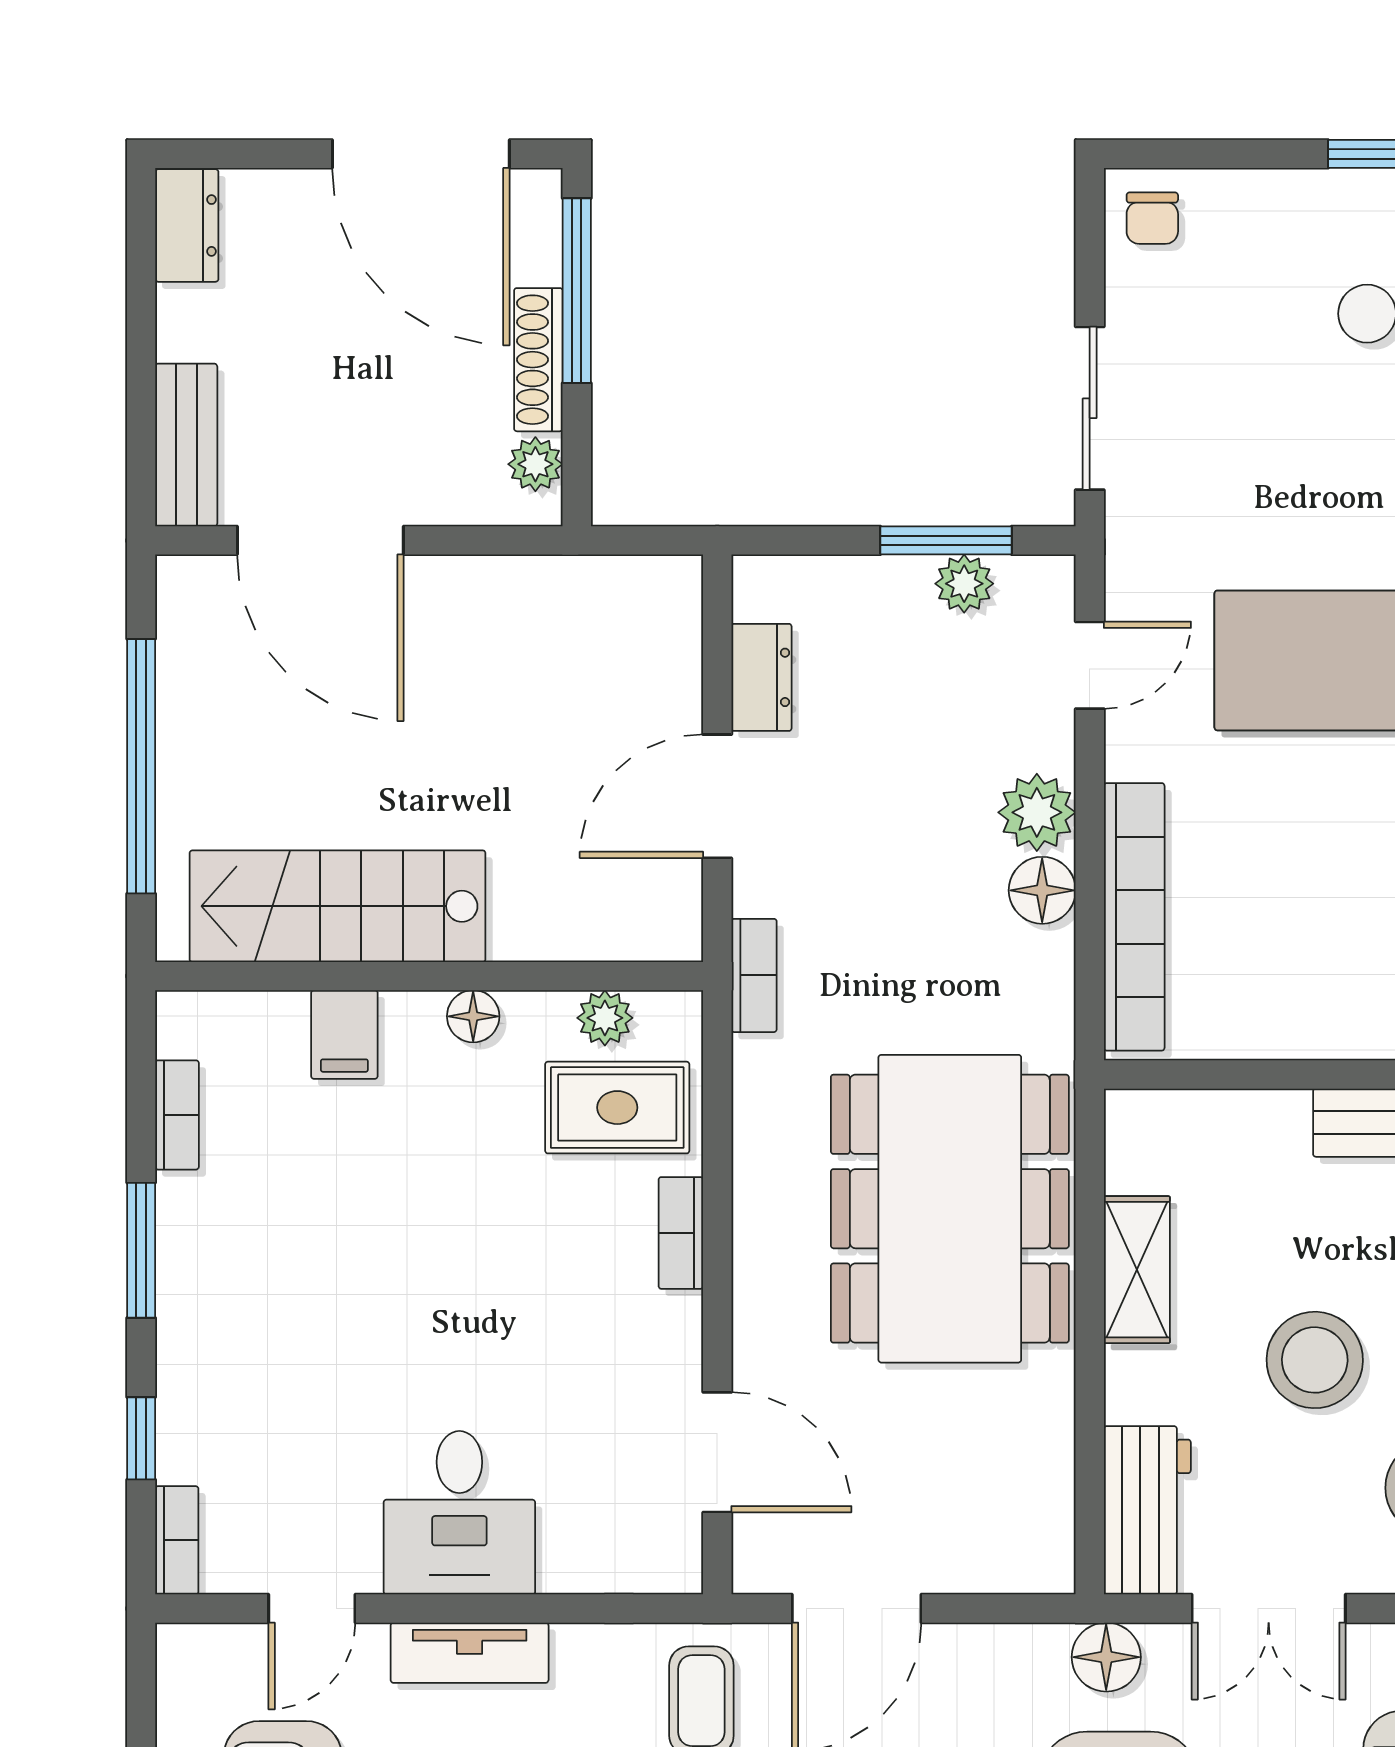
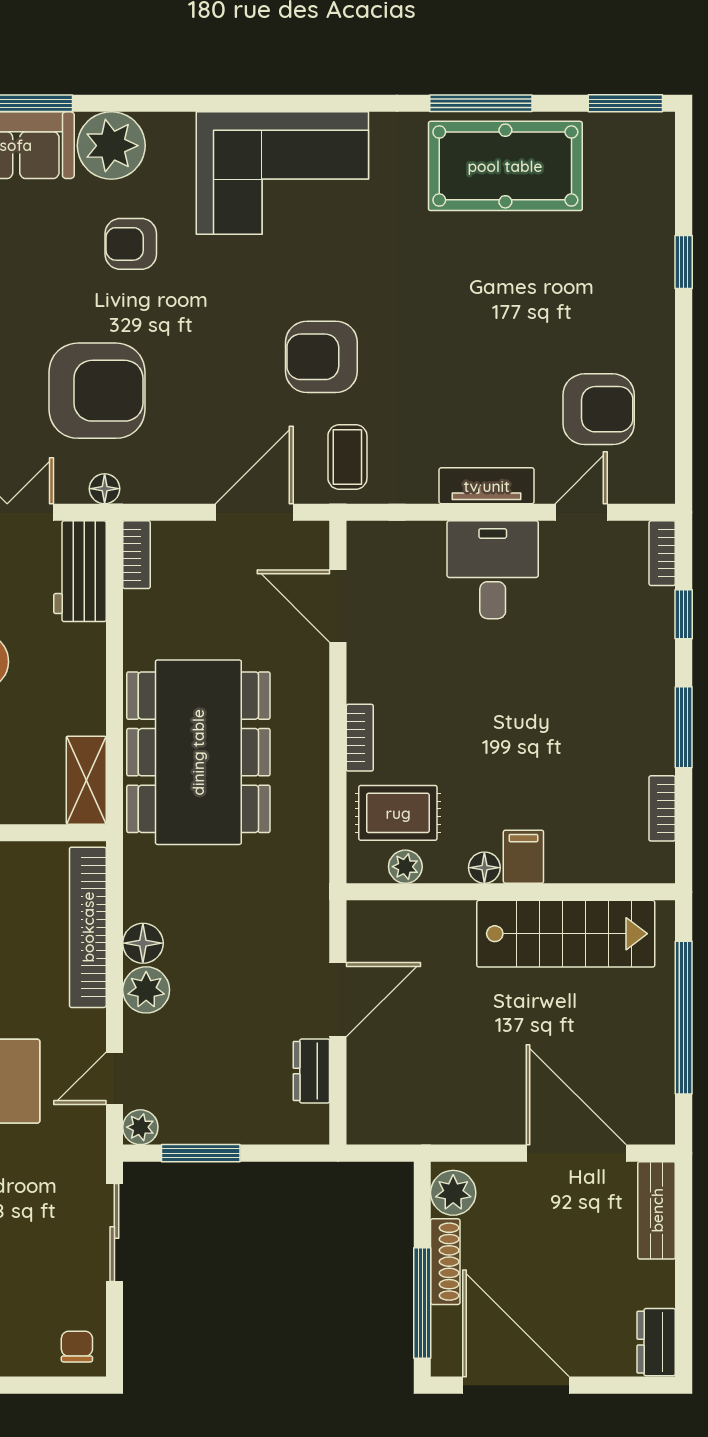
plant: (535, 464) -> (453, 1193), width x1.38, depth x1.38
plant: (964, 584) -> (140, 1127), moved
bookcase: (754, 975) -> (136, 555), moved, turned 180
filing cabinet: (344, 1034) -> (523, 857), moved
shelving: (1137, 1270) -> (86, 780), moved
floor lamp: (1106, 1657) -> (105, 489), width x0.73, depth x0.73

